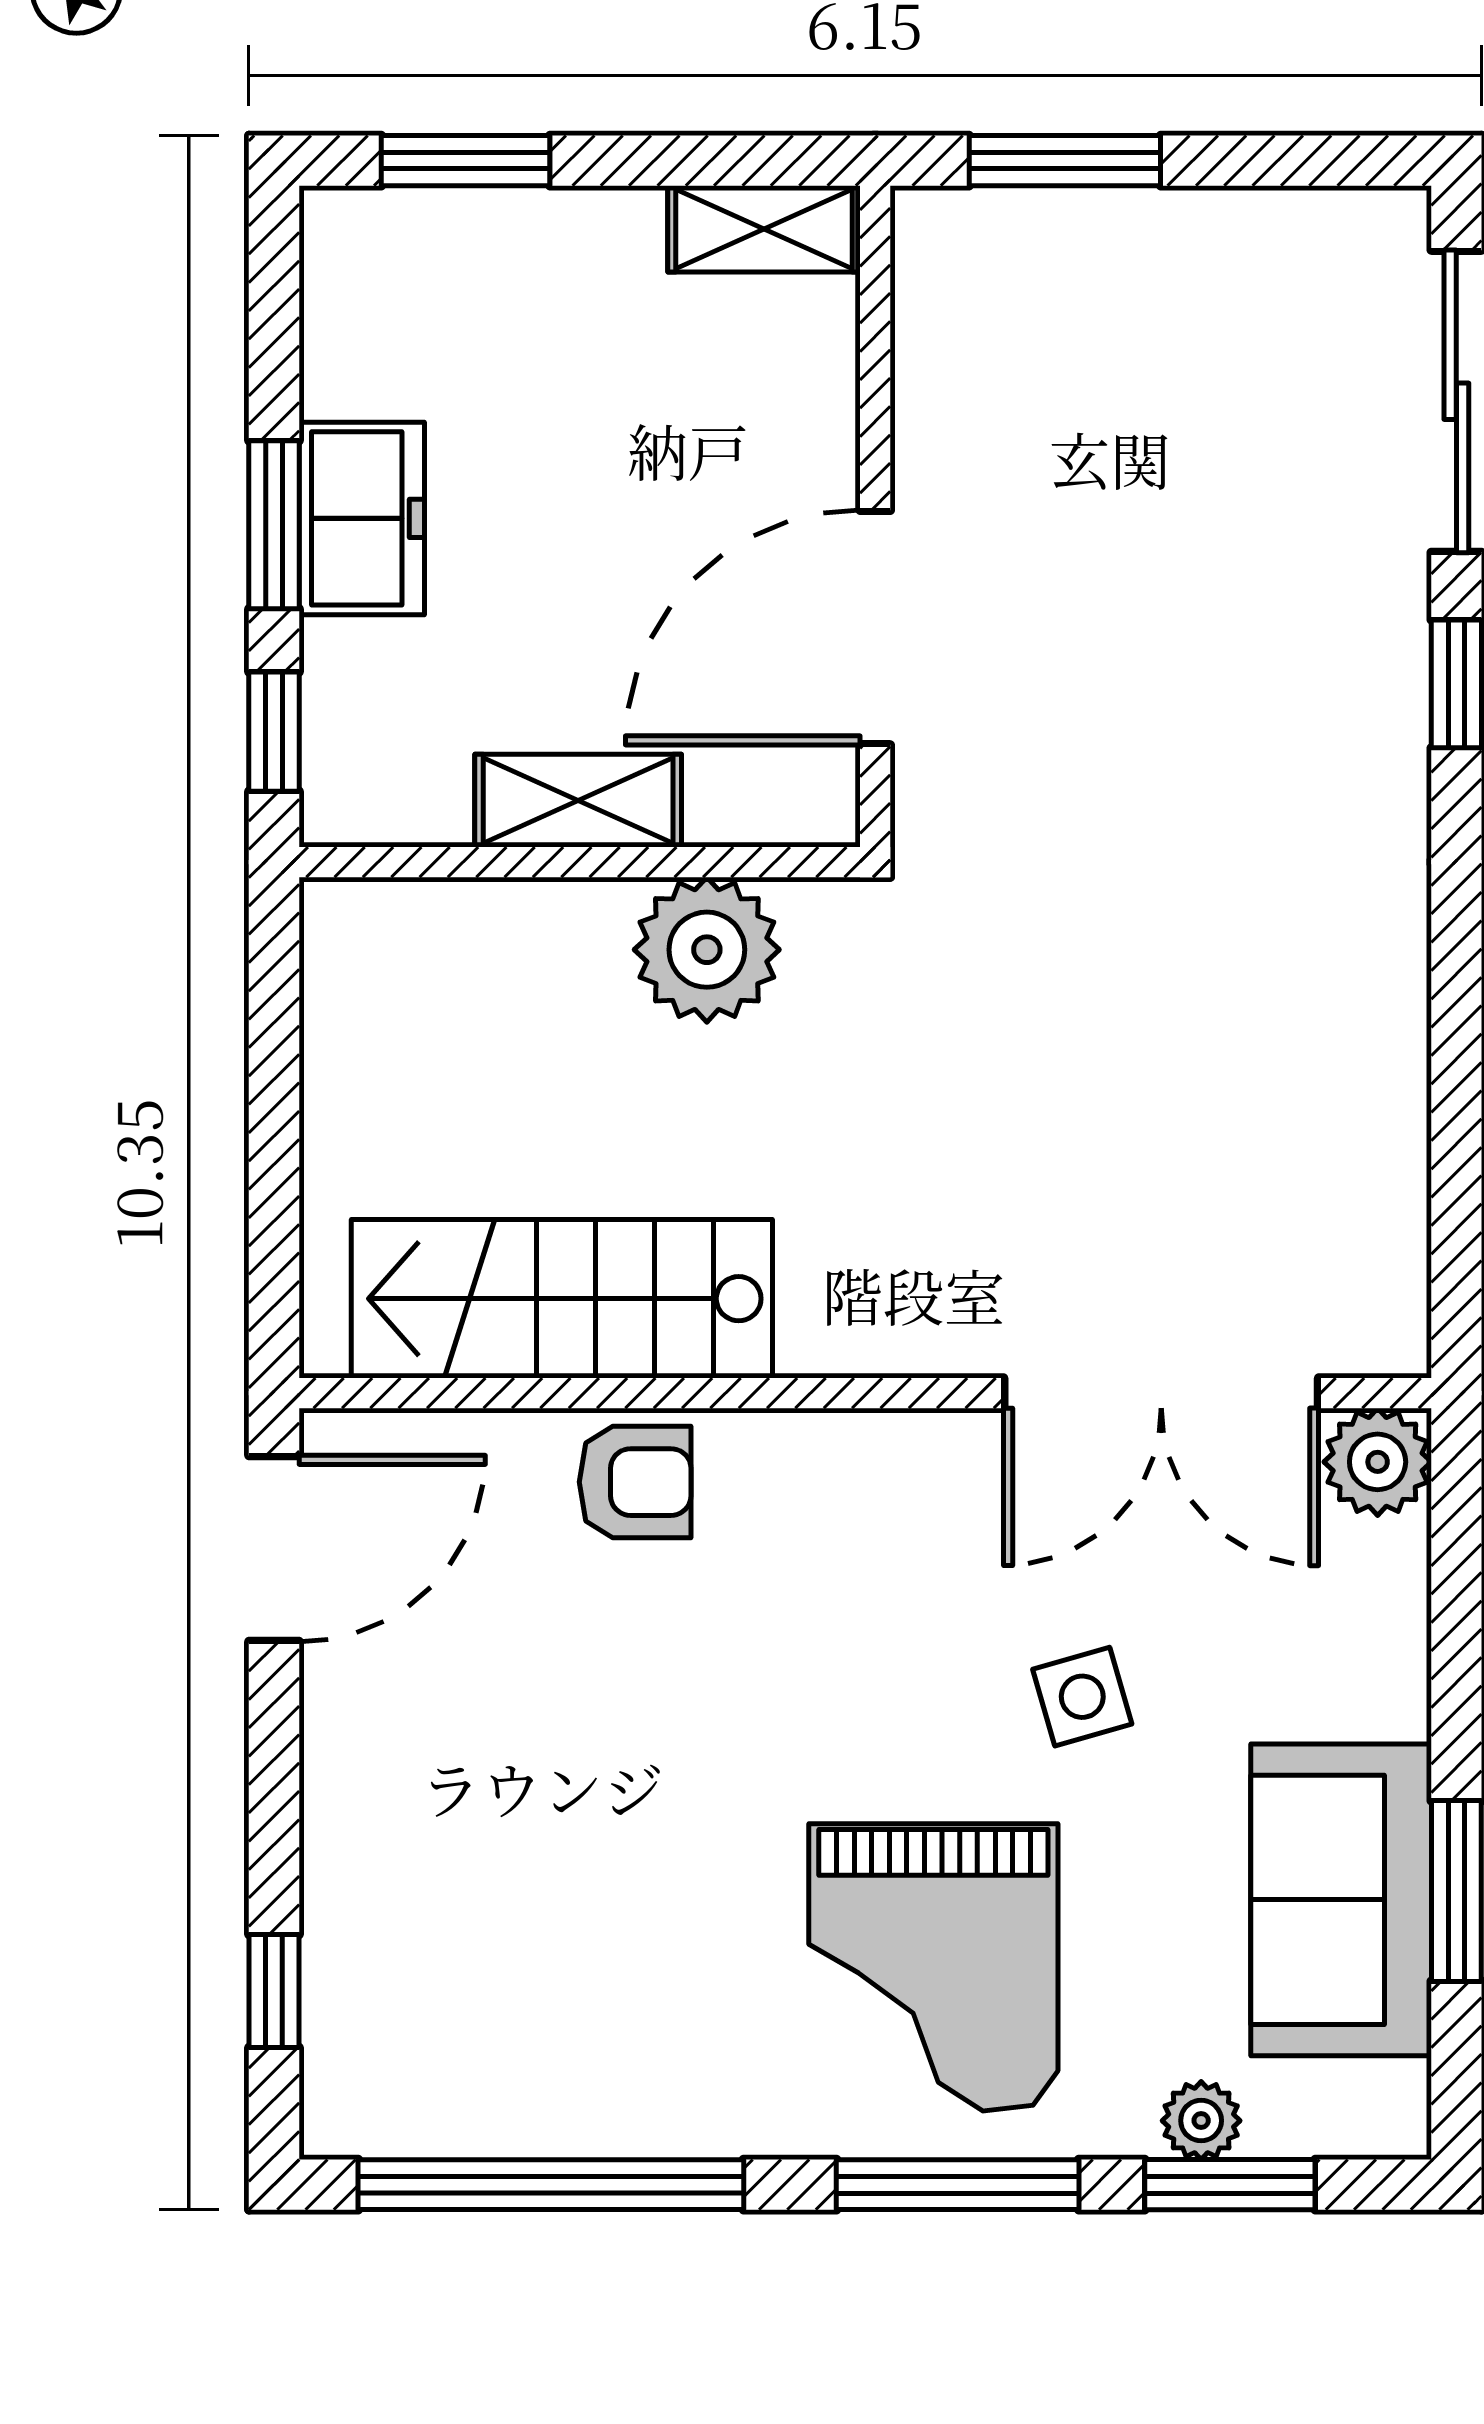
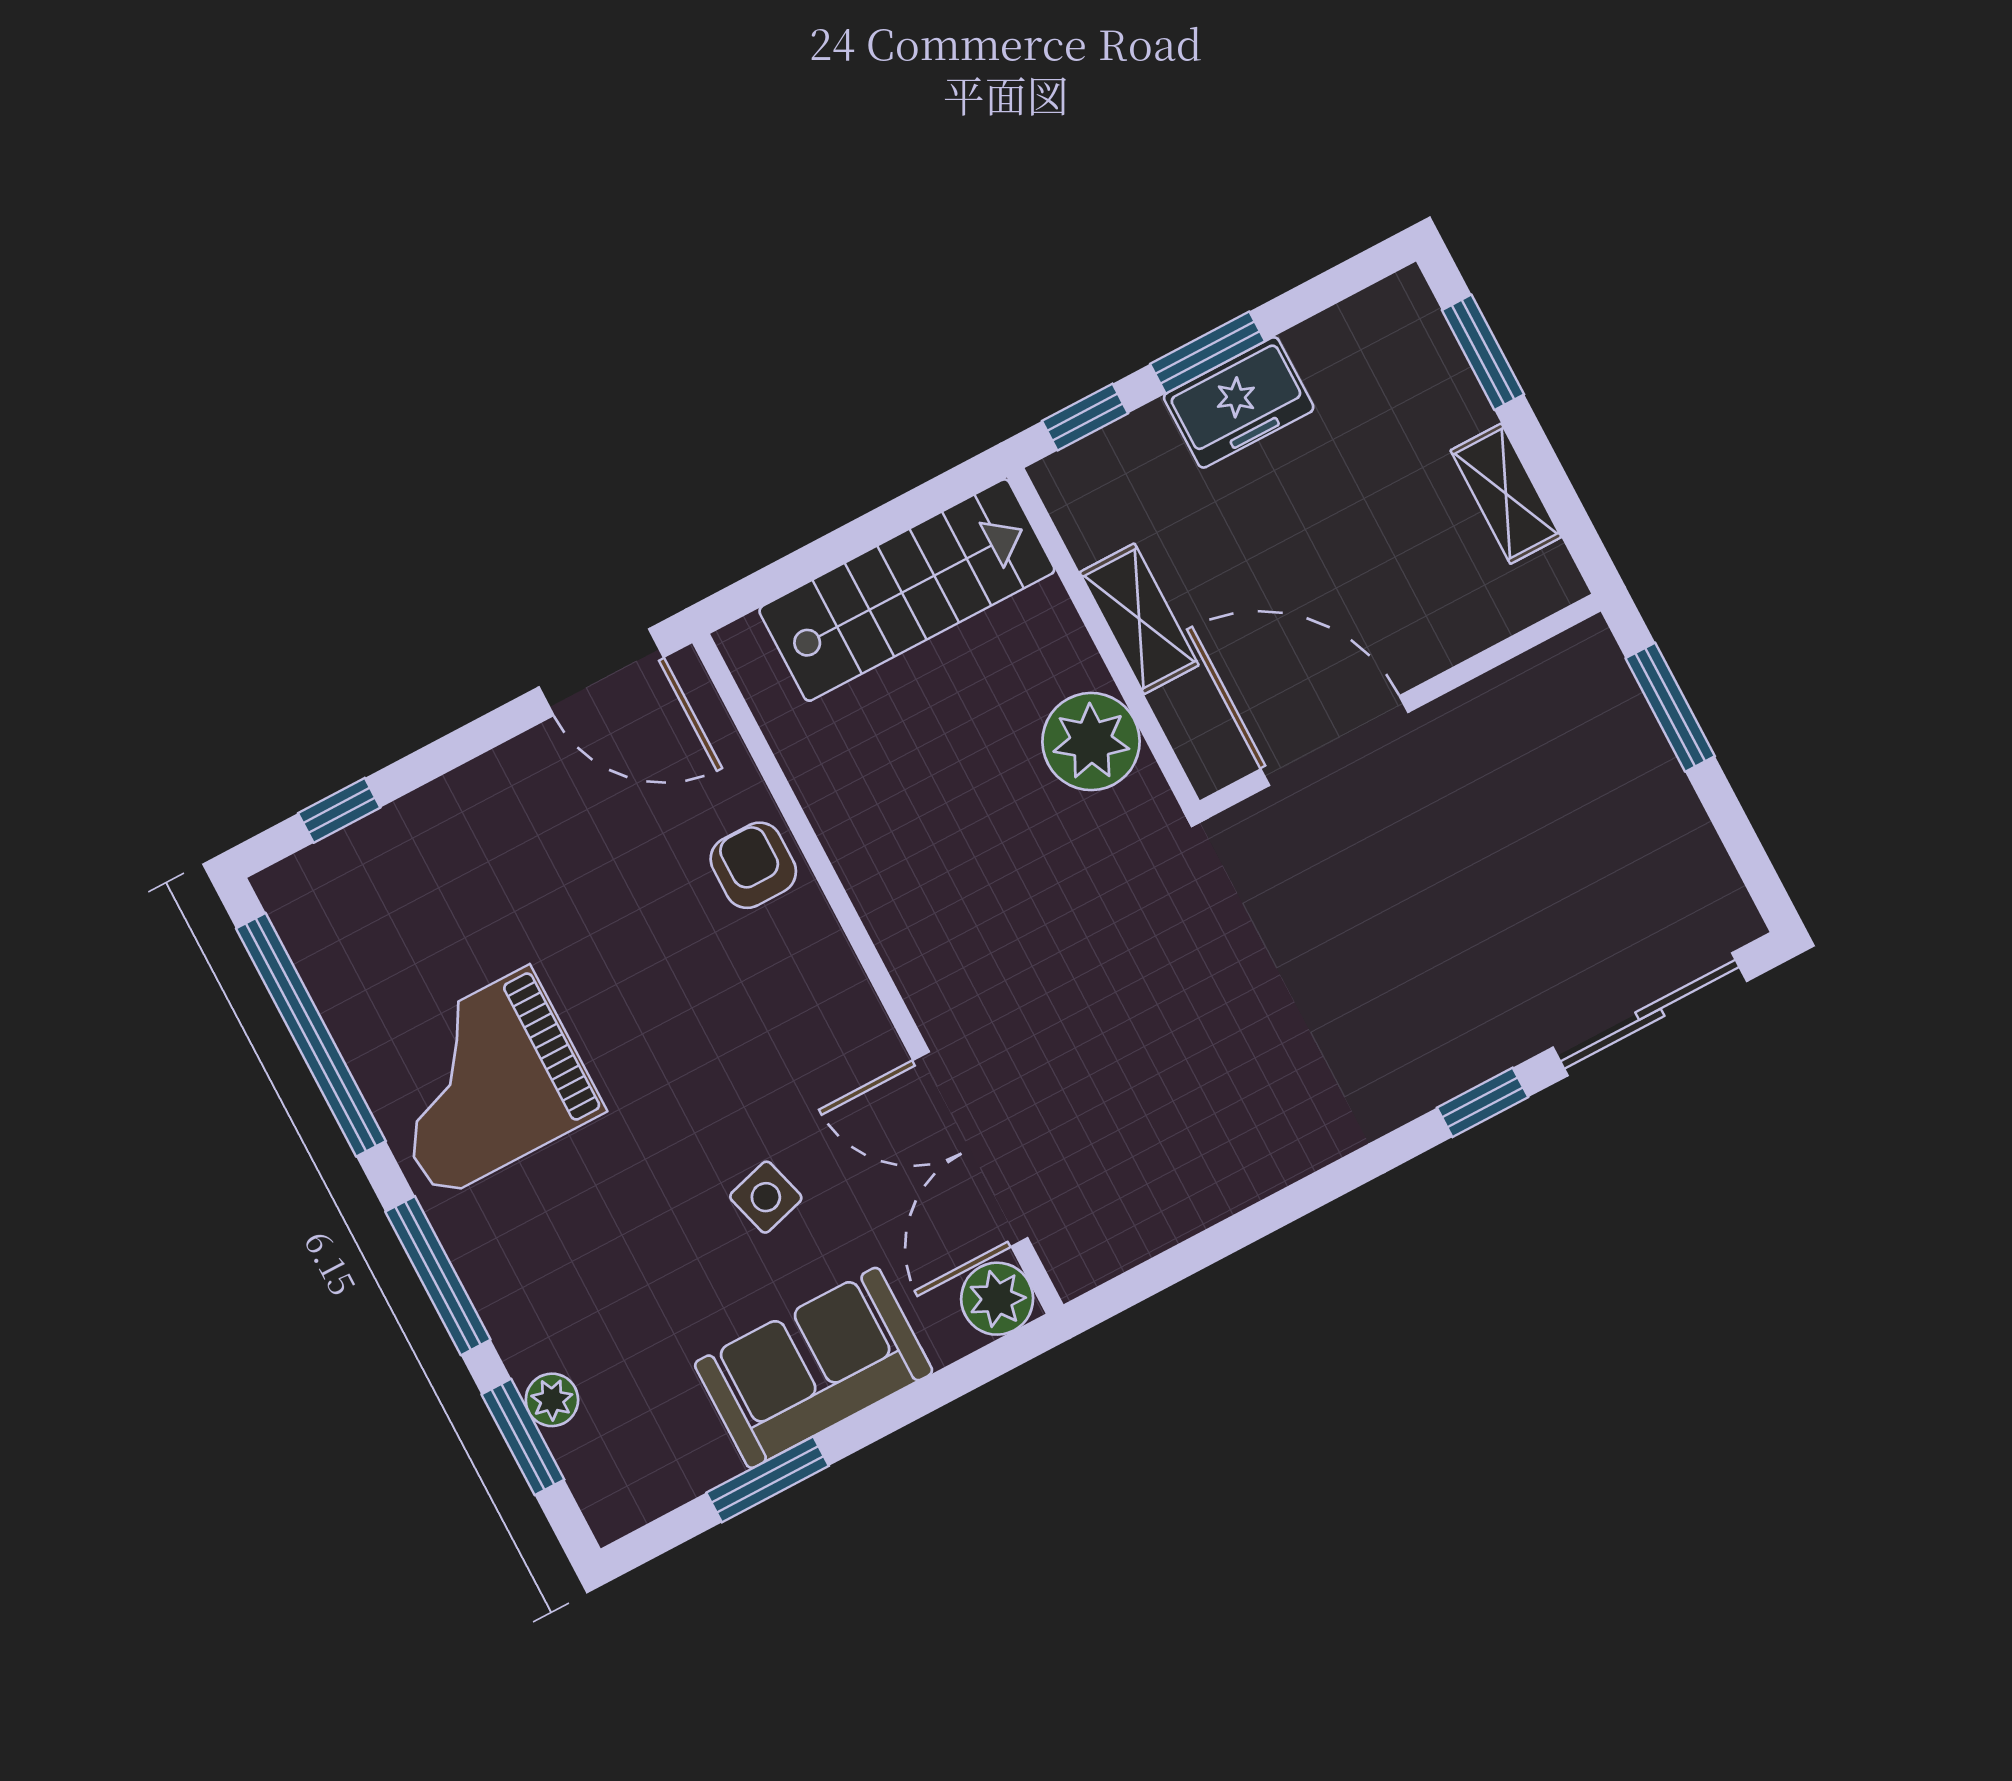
shelving: (764, 229) -> (1506, 494), moved
stairs: (562, 1299) -> (907, 590), moved, turned 90
armchair: (635, 1482) -> (753, 865), turned 180
sofa: (1341, 1900) -> (814, 1368), moved
grand piano: (933, 1967) -> (484, 1082), moved

